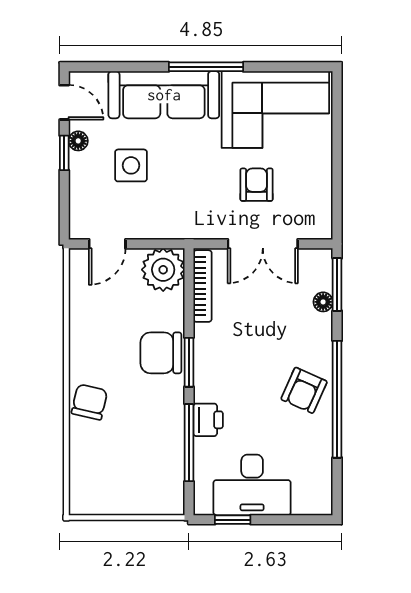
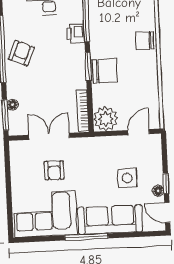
chair: (89, 402) -> (145, 41), turned 79

